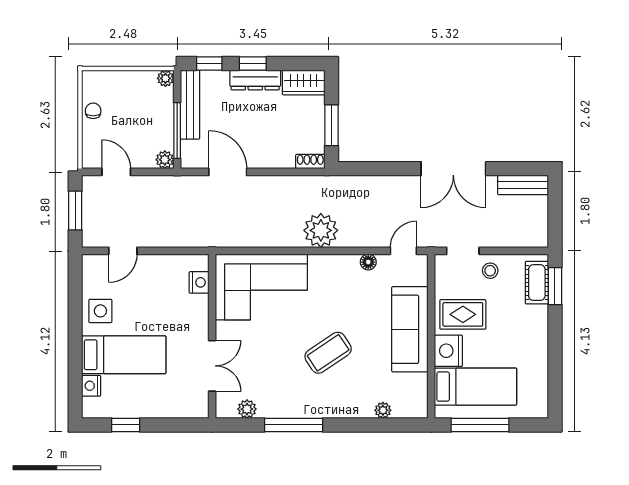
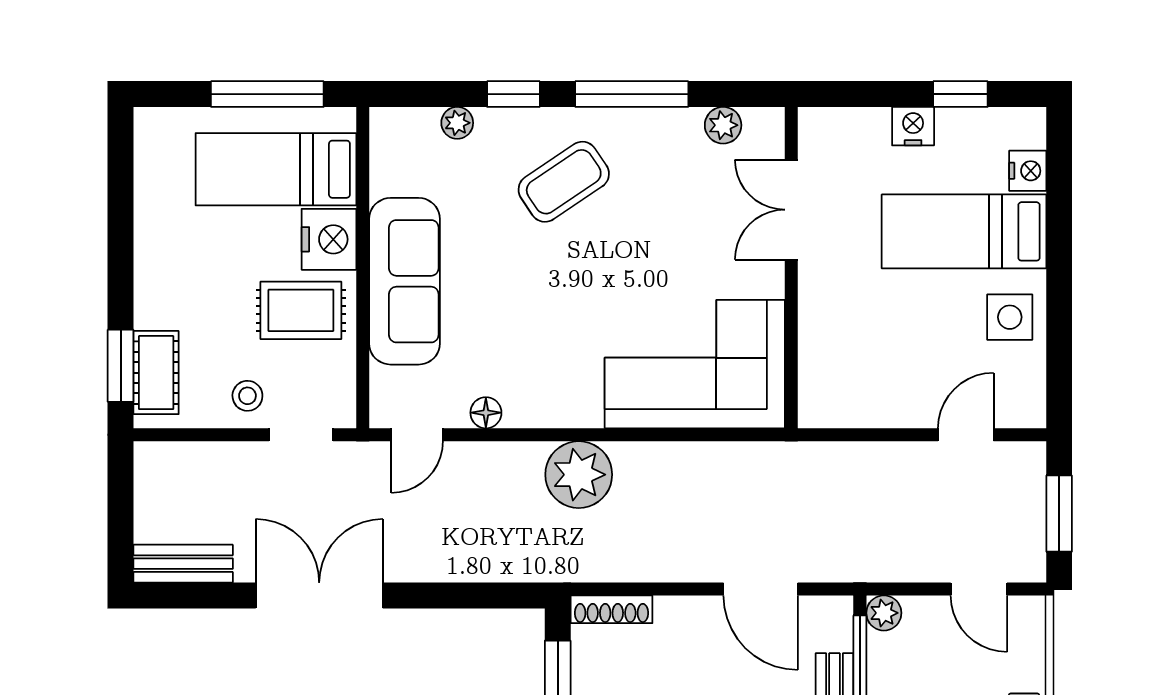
shoe rack: (310, 162) -> (611, 609), width x1.43
nightstand: (199, 282) -> (913, 126), moved, turned 90
coffee table: (328, 353) -> (564, 182), moved
window: (354, 425) -> (513, 94), added

